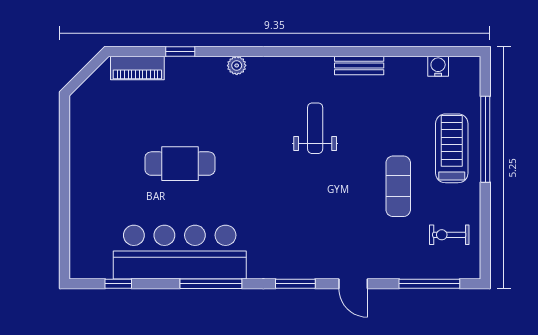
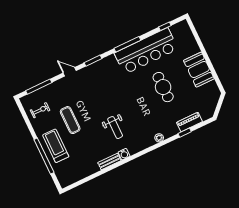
water cooler: (438, 66) -> (124, 154), moved
piano: (137, 68) -> (189, 122), moved
treadmill: (452, 148) -> (56, 146), turned 180
cafe table: (180, 164) -> (163, 87), turned 90
booth: (91, 165) -> (199, 70), added

